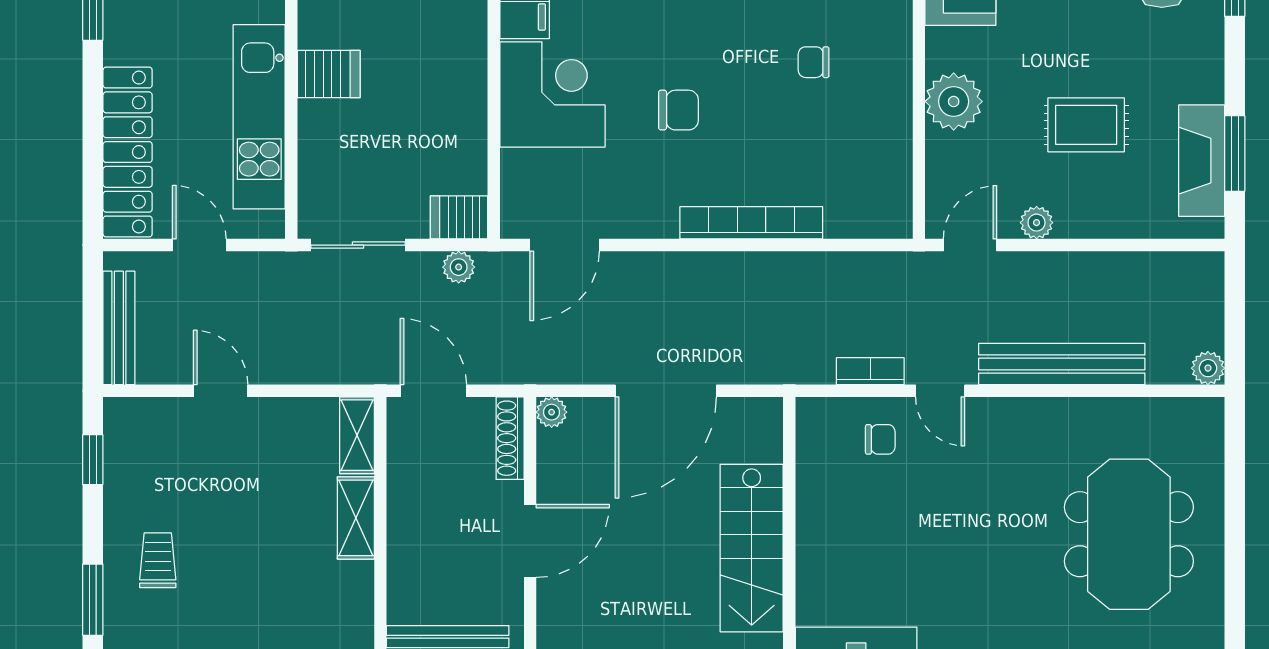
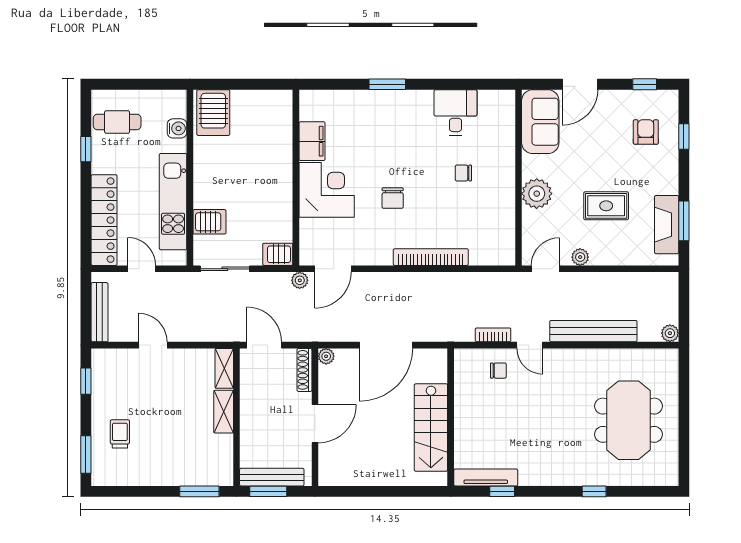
server rack: (329, 74) -> (209, 222), moved
chair: (678, 110) -> (393, 198), turned 90
plant: (459, 267) -> (300, 280), moved

